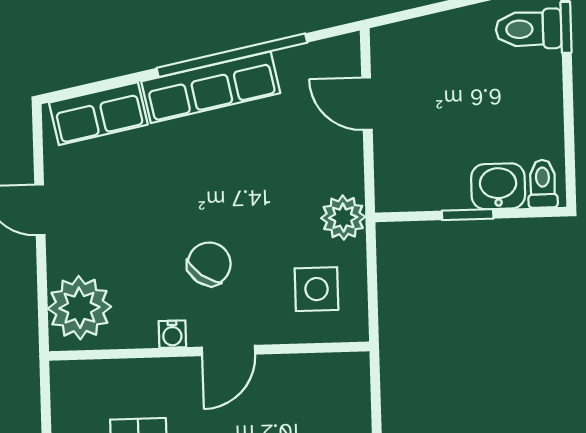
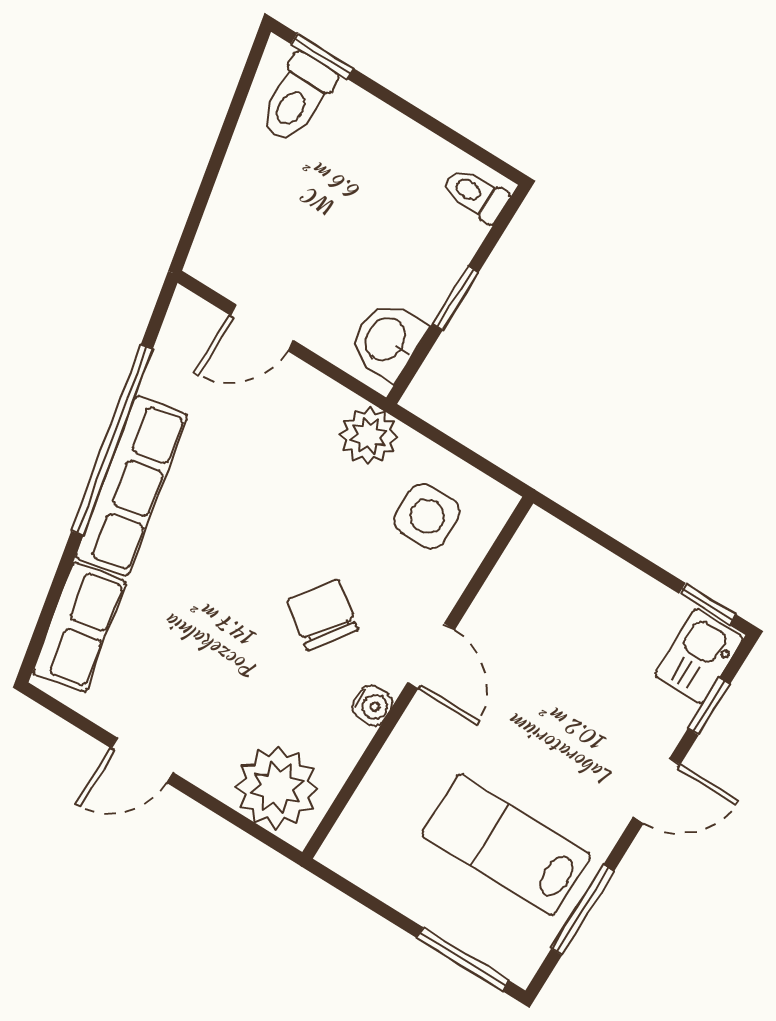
washbasin: (498, 186) -> (387, 340), moved

